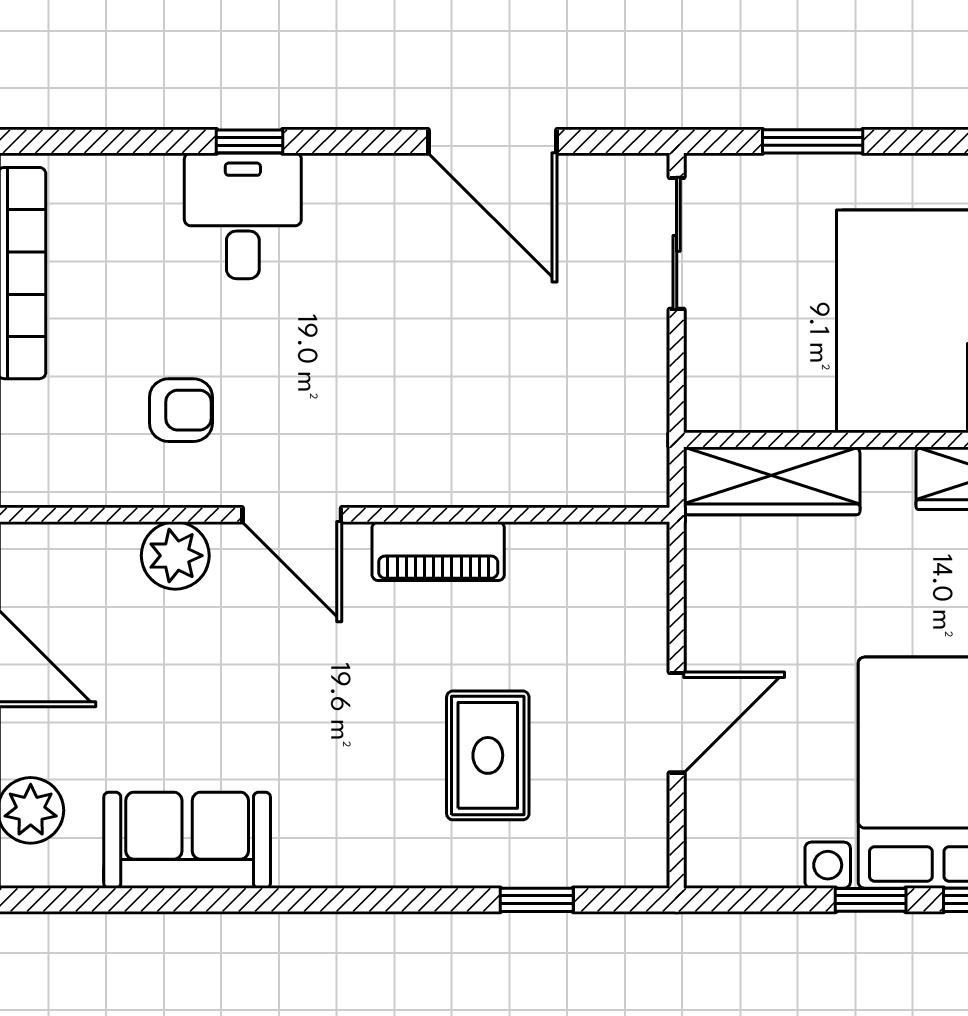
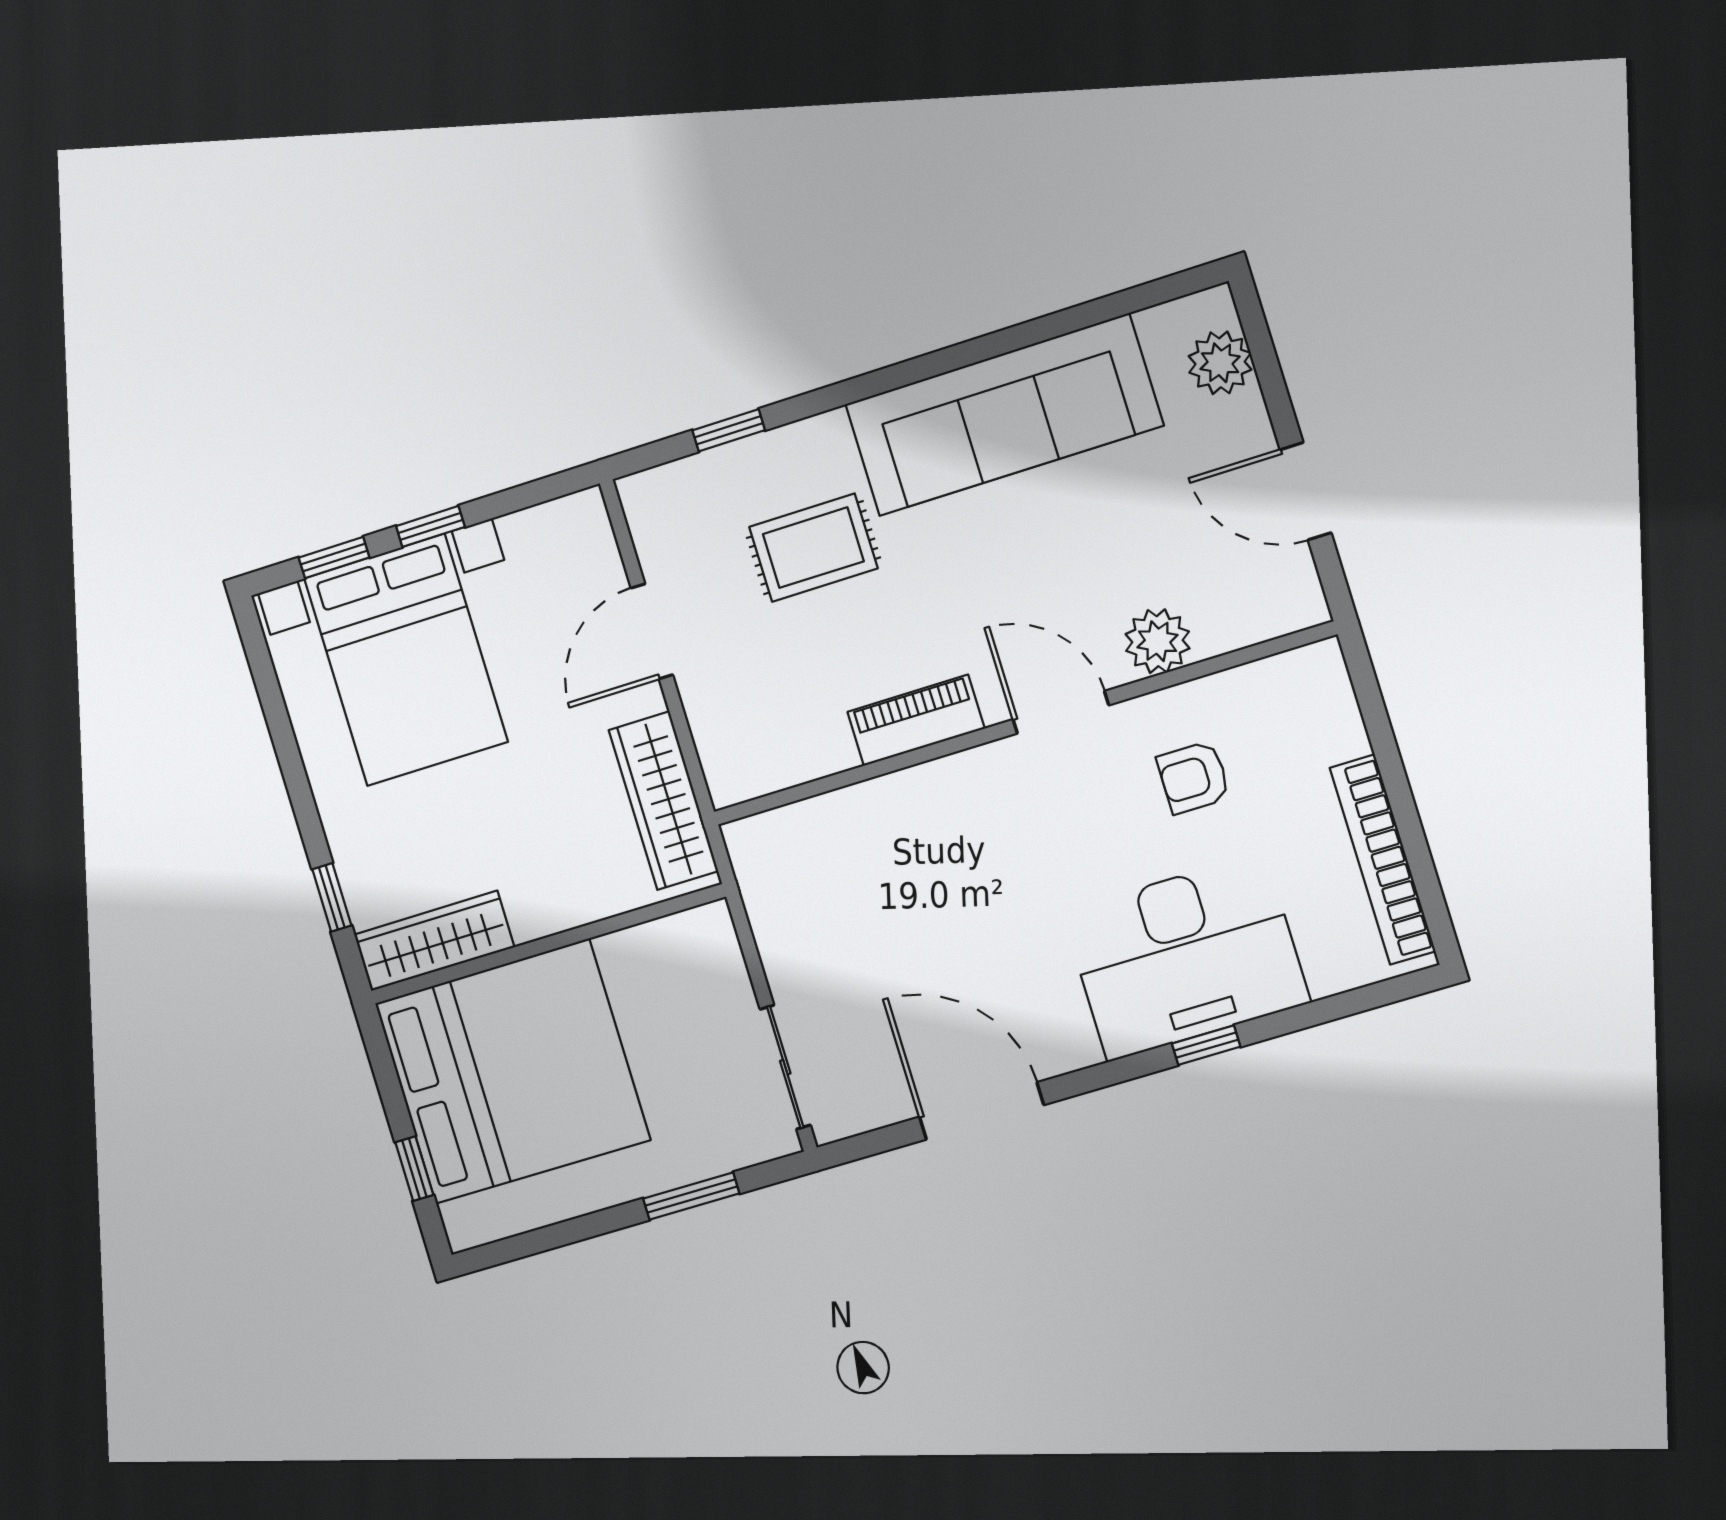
desk: (243, 216) -> (1186, 957), width x1.87, depth x1.30
wardrobe: (772, 481) -> (663, 801), moved, turned -90
rug: (488, 755) -> (813, 548), turned 90
sofa: (187, 840) -> (1004, 415), width x1.85, depth x1.27

